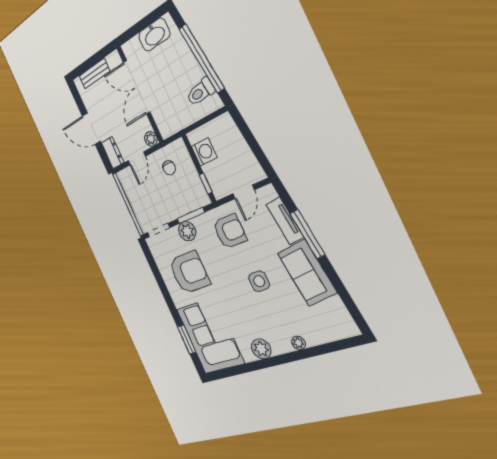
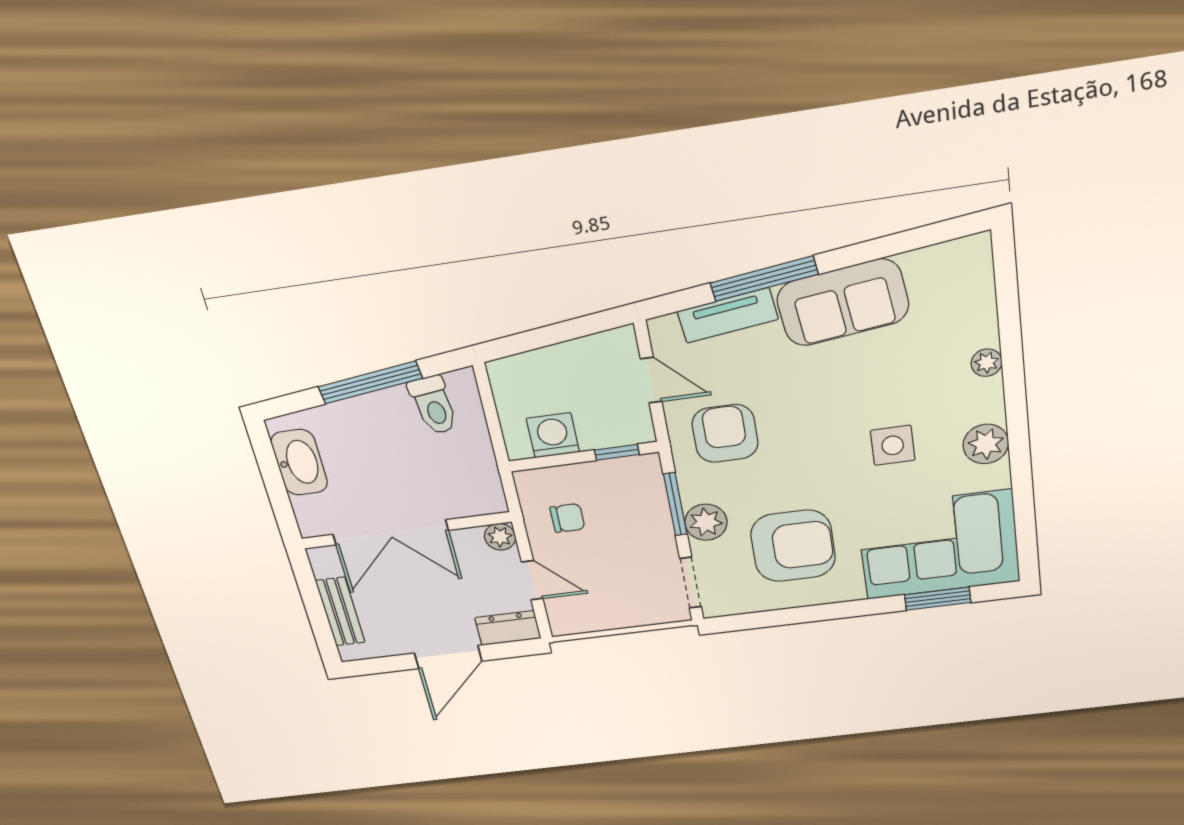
window: (202, 58) -> (370, 382), width x0.68
armchair: (189, 272) -> (793, 546), turned 90
side table: (259, 281) -> (893, 445), moved

